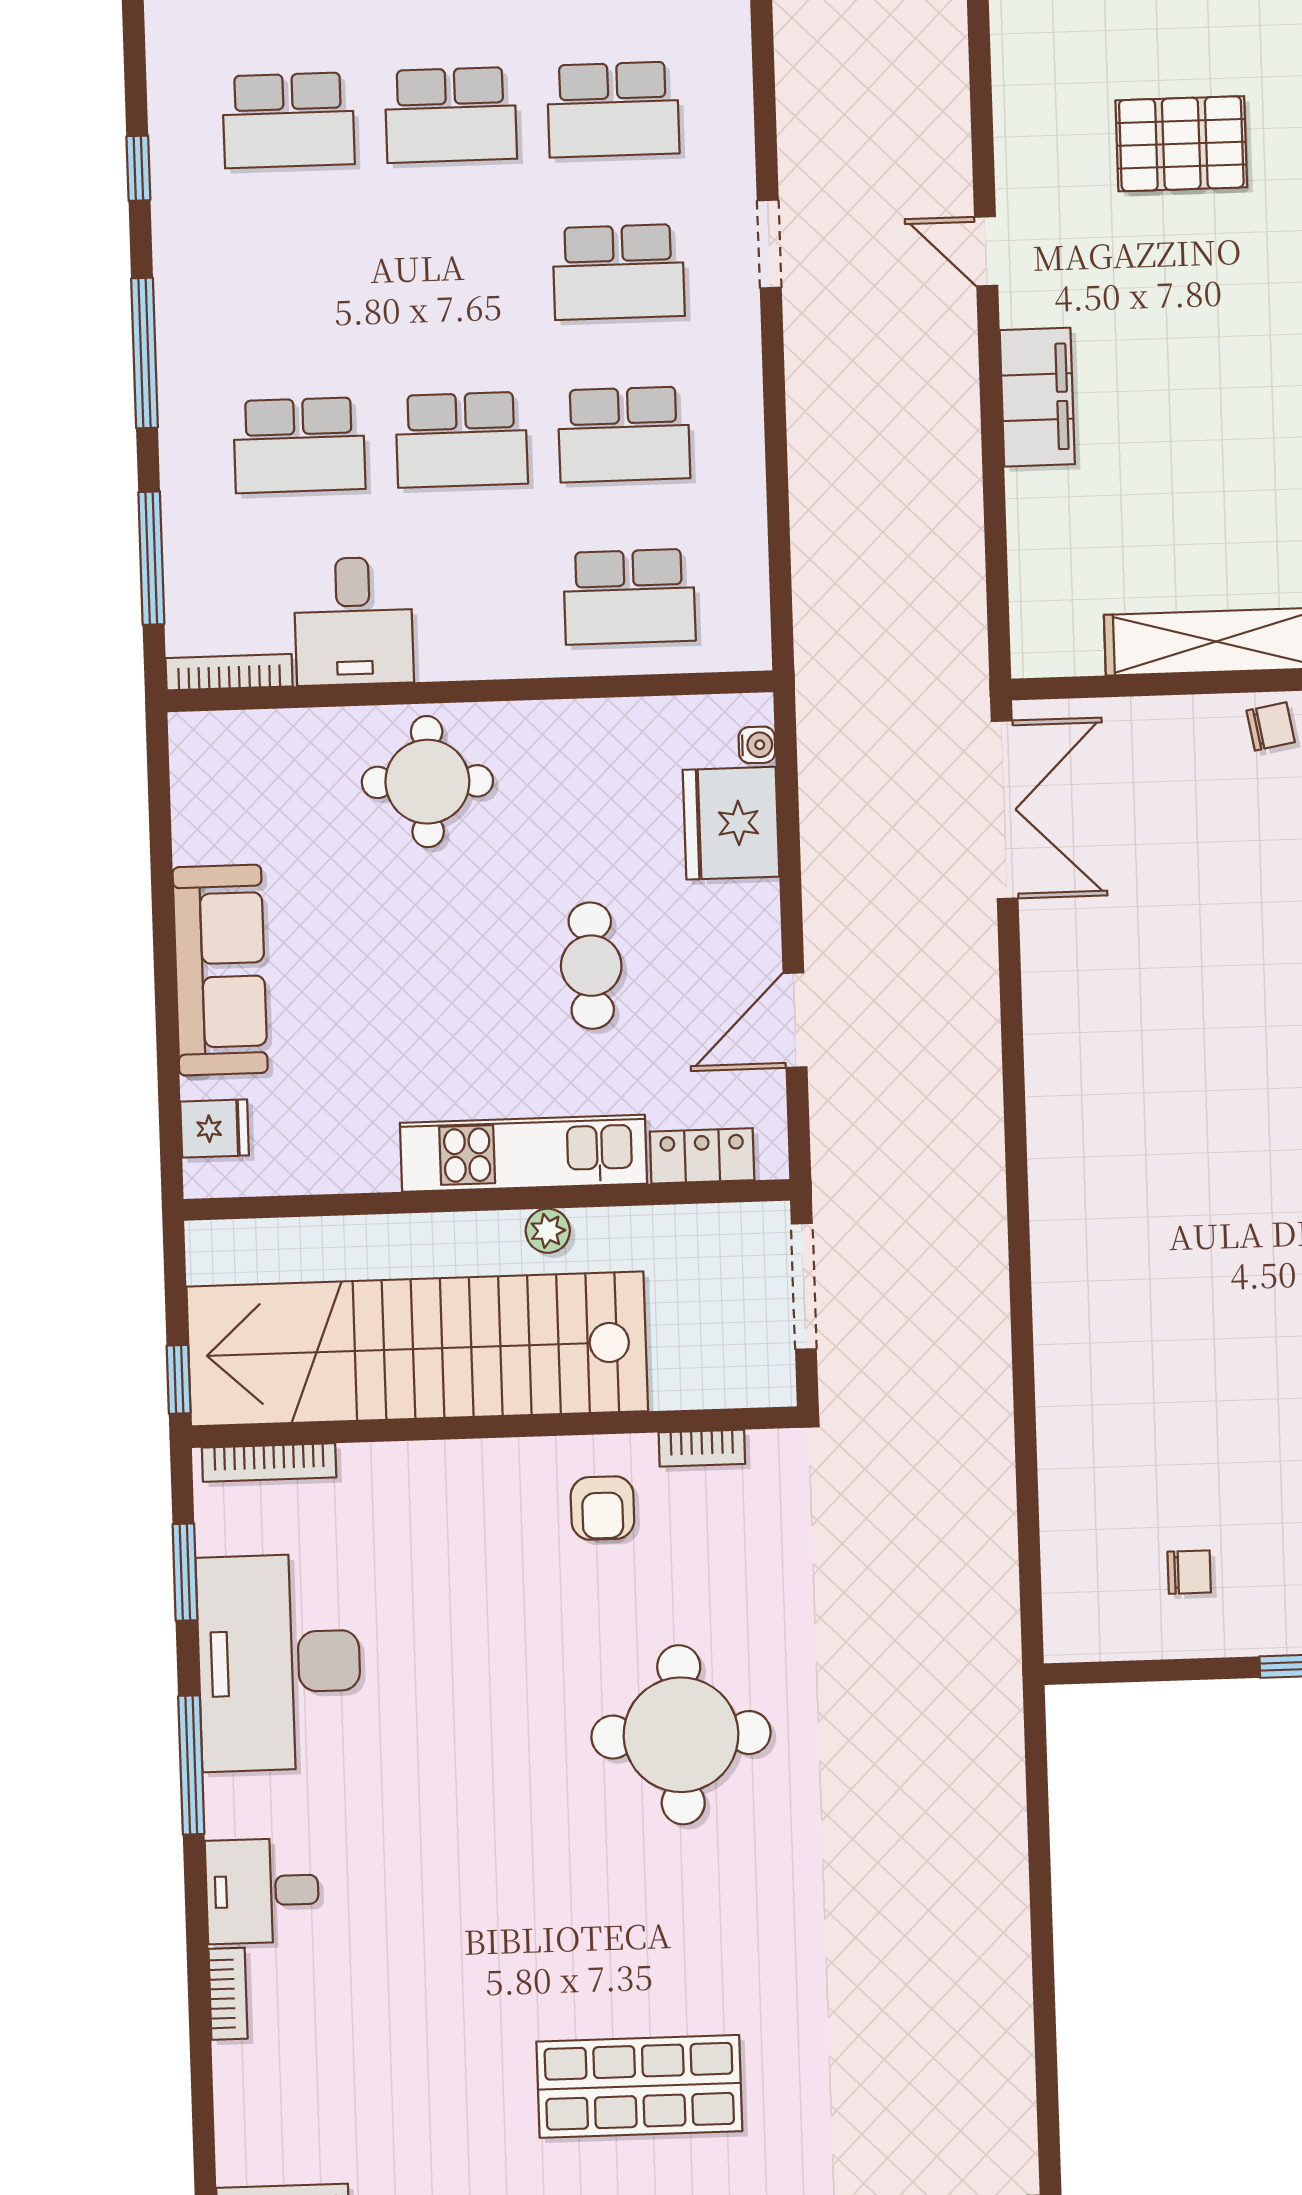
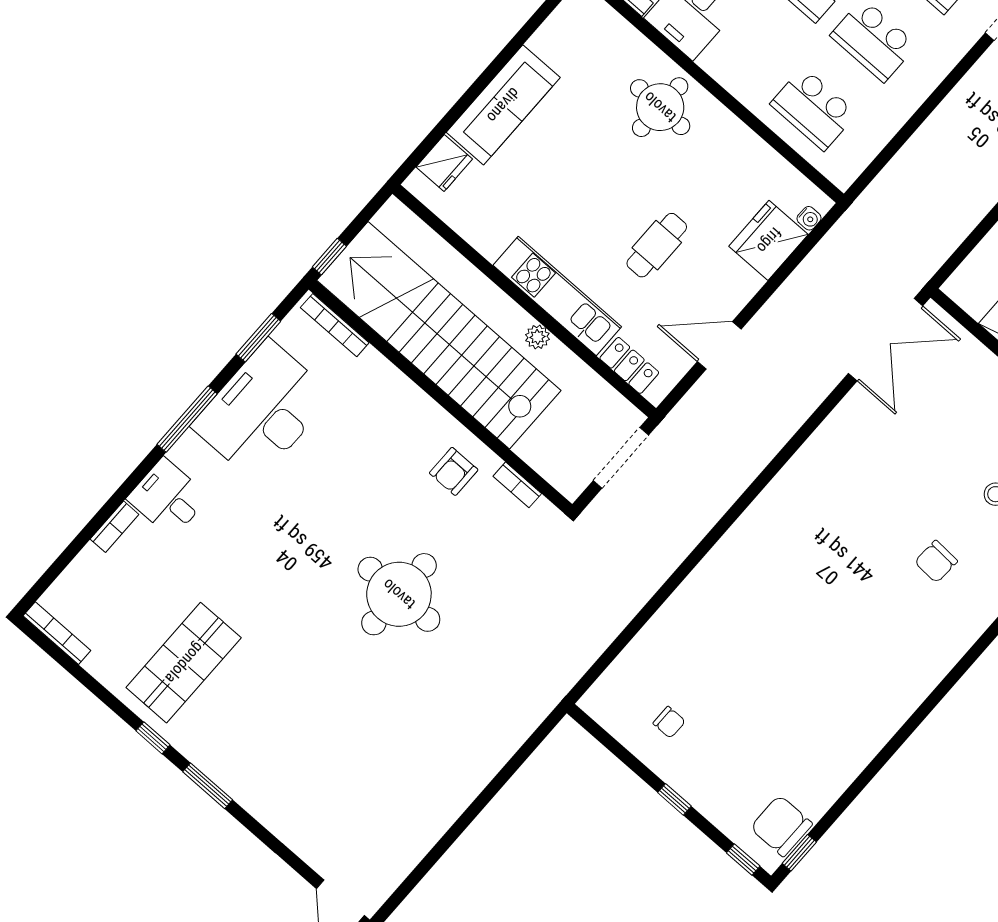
fridge: (215, 1129) -> (444, 163), width x1.38
shop shelf: (639, 2086) -> (184, 663), moved, turned 90

